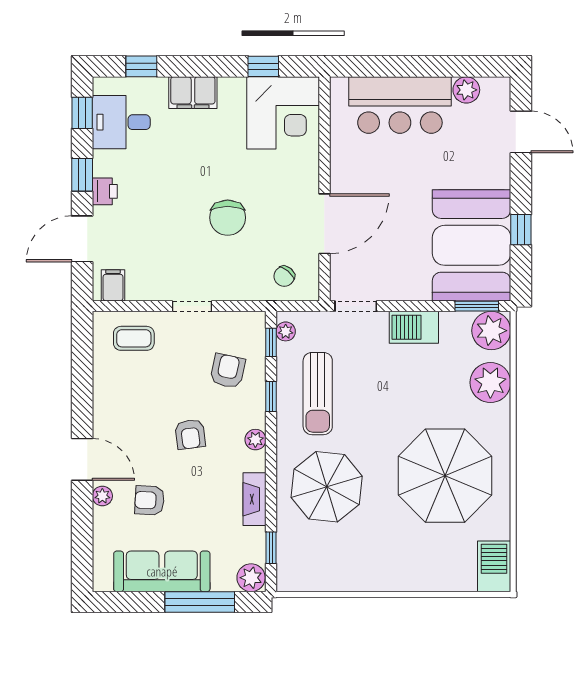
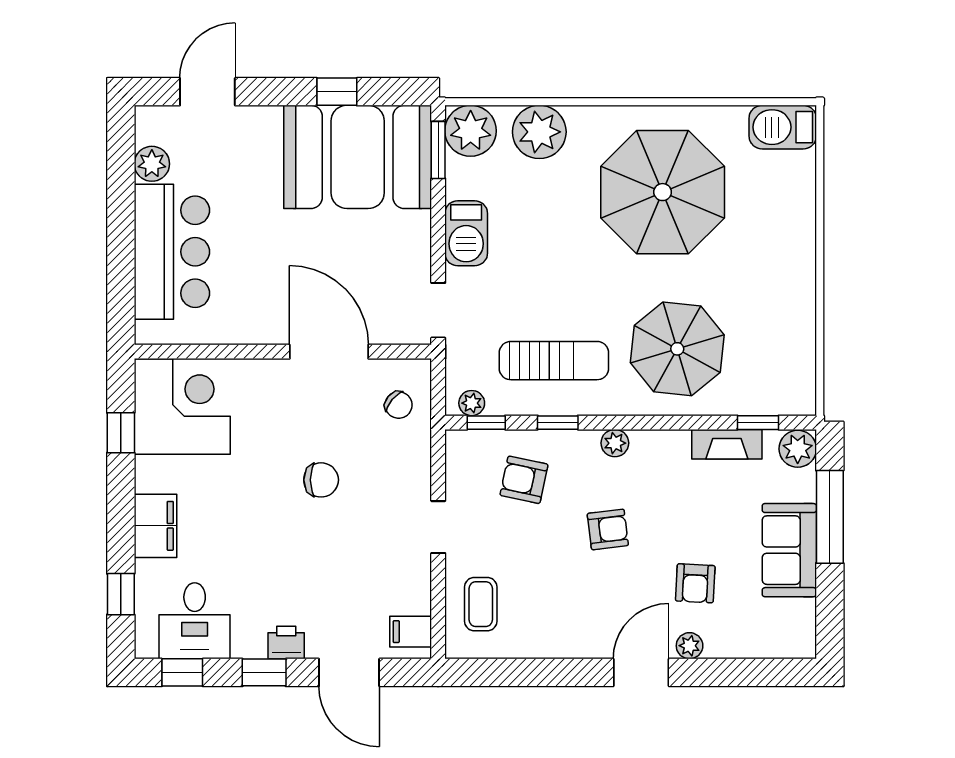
chair: (228, 218) -> (321, 480), width x0.73, depth x0.73
fireplace: (255, 499) -> (727, 444), moved
sofa: (162, 571) -> (789, 550), width x0.73

